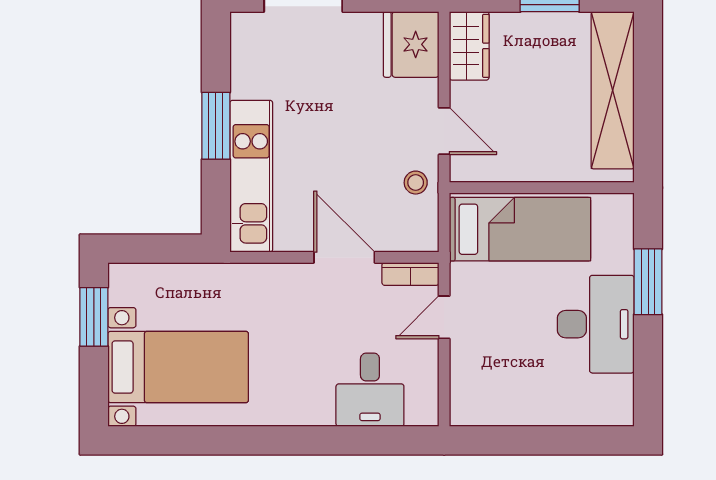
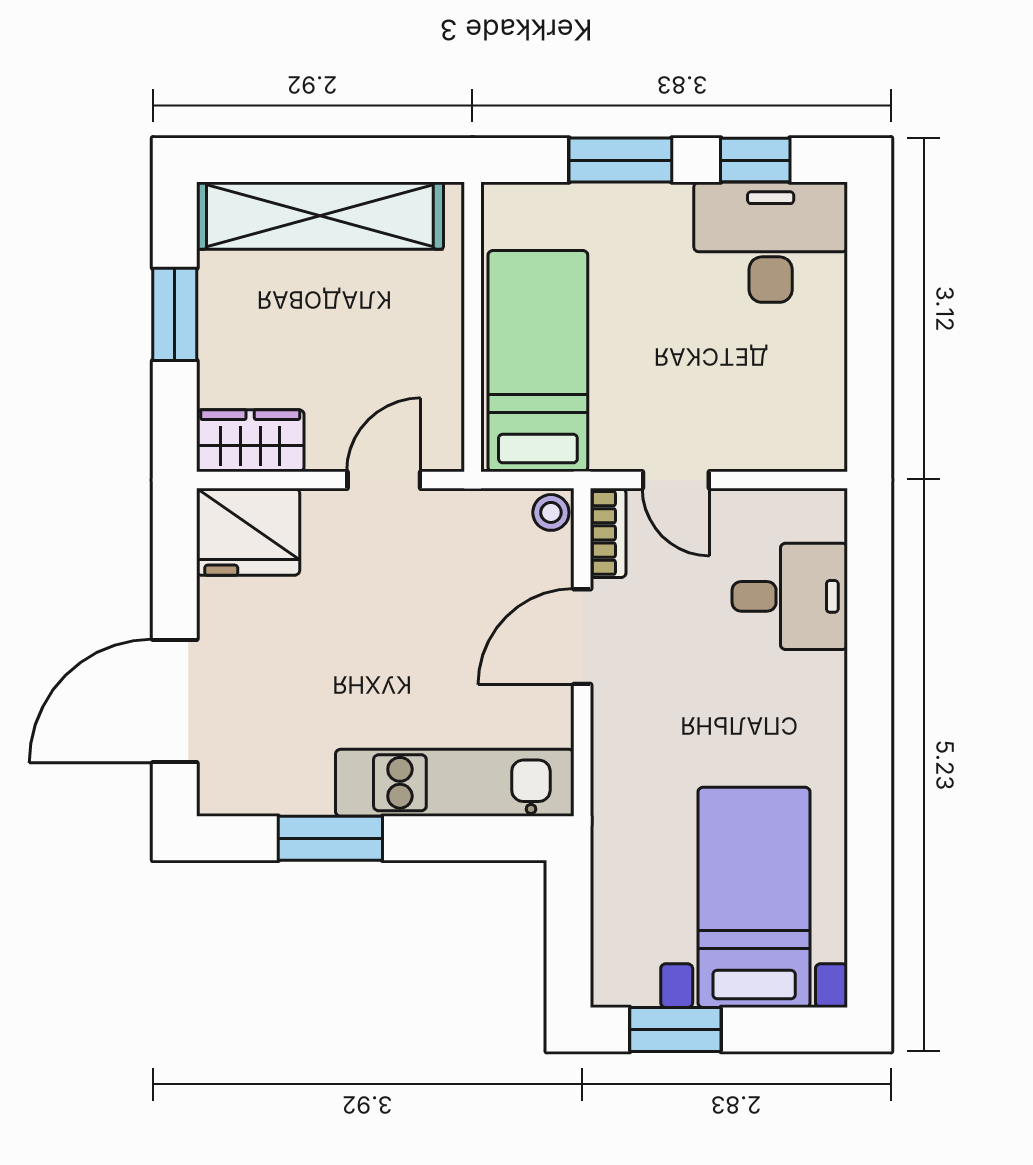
window: (216, 126) -> (330, 838), moved
stool: (416, 183) -> (551, 512), moved
desk: (596, 324) -> (771, 242), moved
window: (648, 368) -> (755, 160), added

